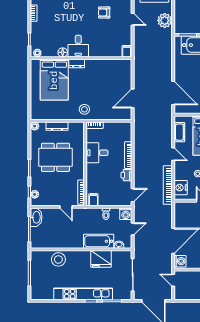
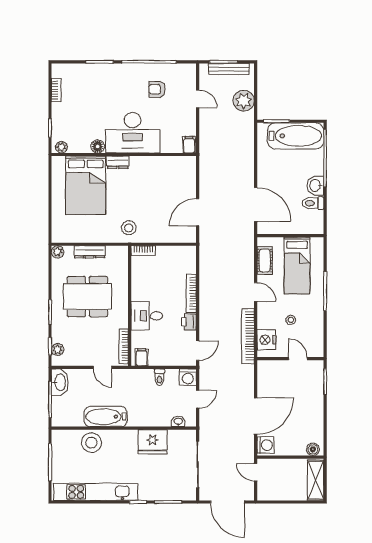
desk: (78, 46) -> (133, 133), width x1.87, depth x1.30
desk: (97, 153) -> (147, 316), moved
bathtub: (99, 241) -> (106, 417), moved
kitchen unit: (83, 294) -> (95, 492), moved

